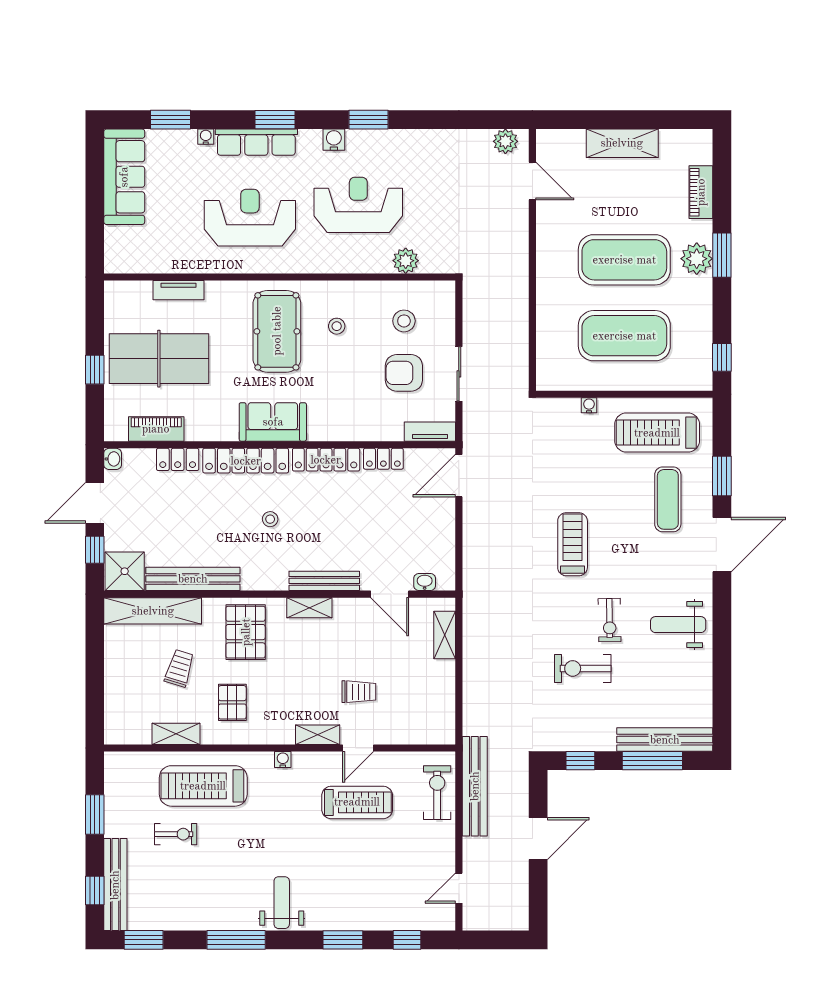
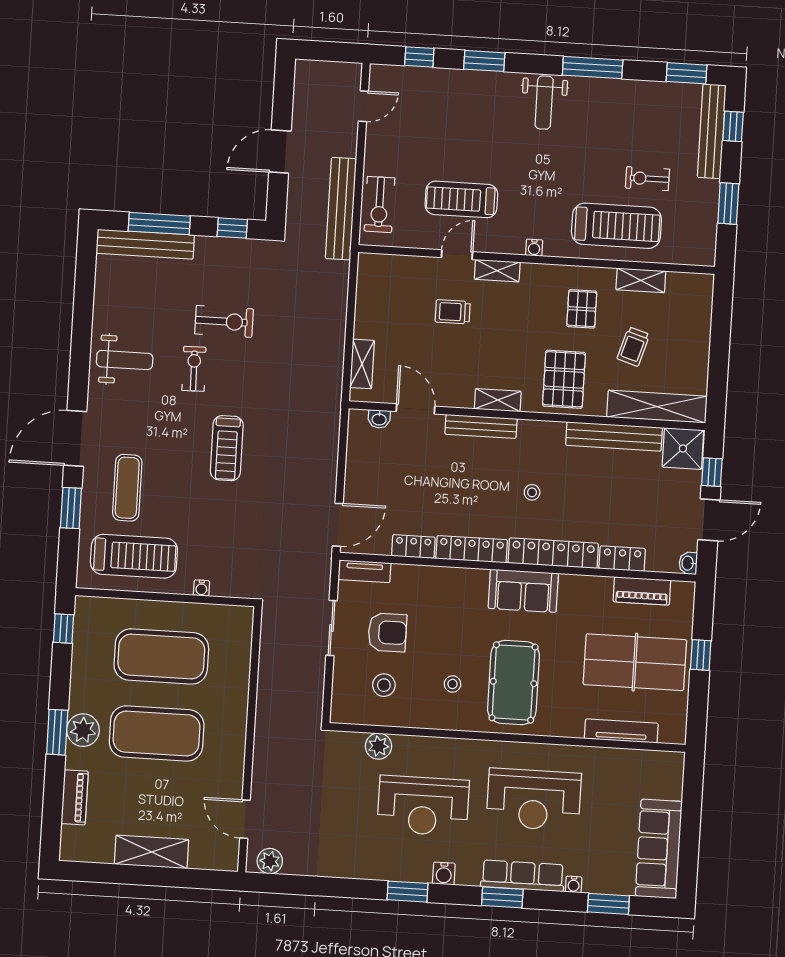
tv unit: (179, 290) -> (621, 731), width x1.41

